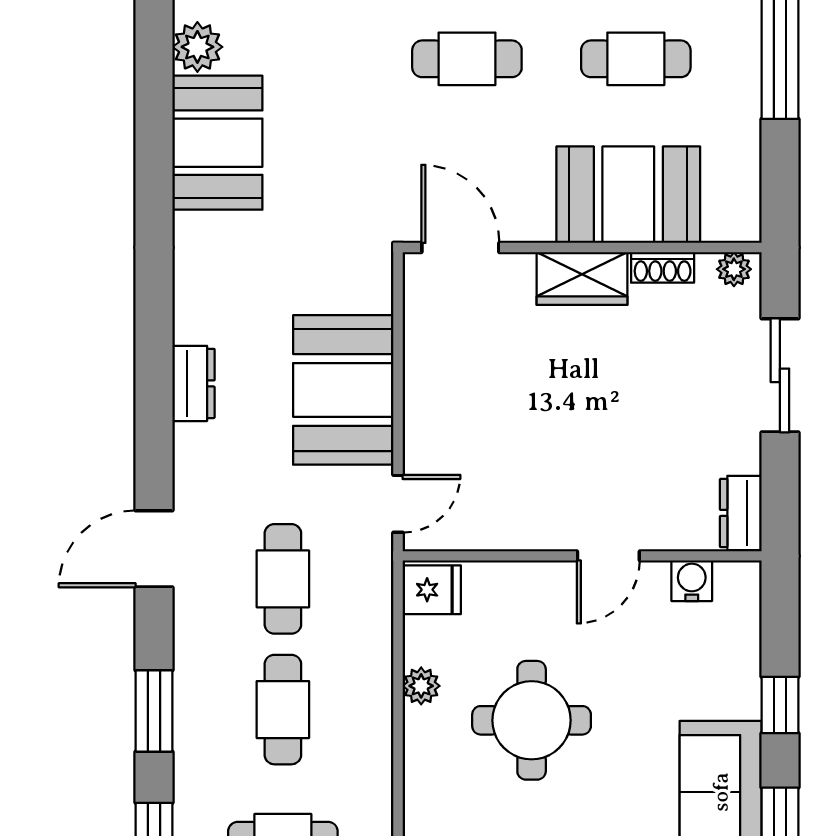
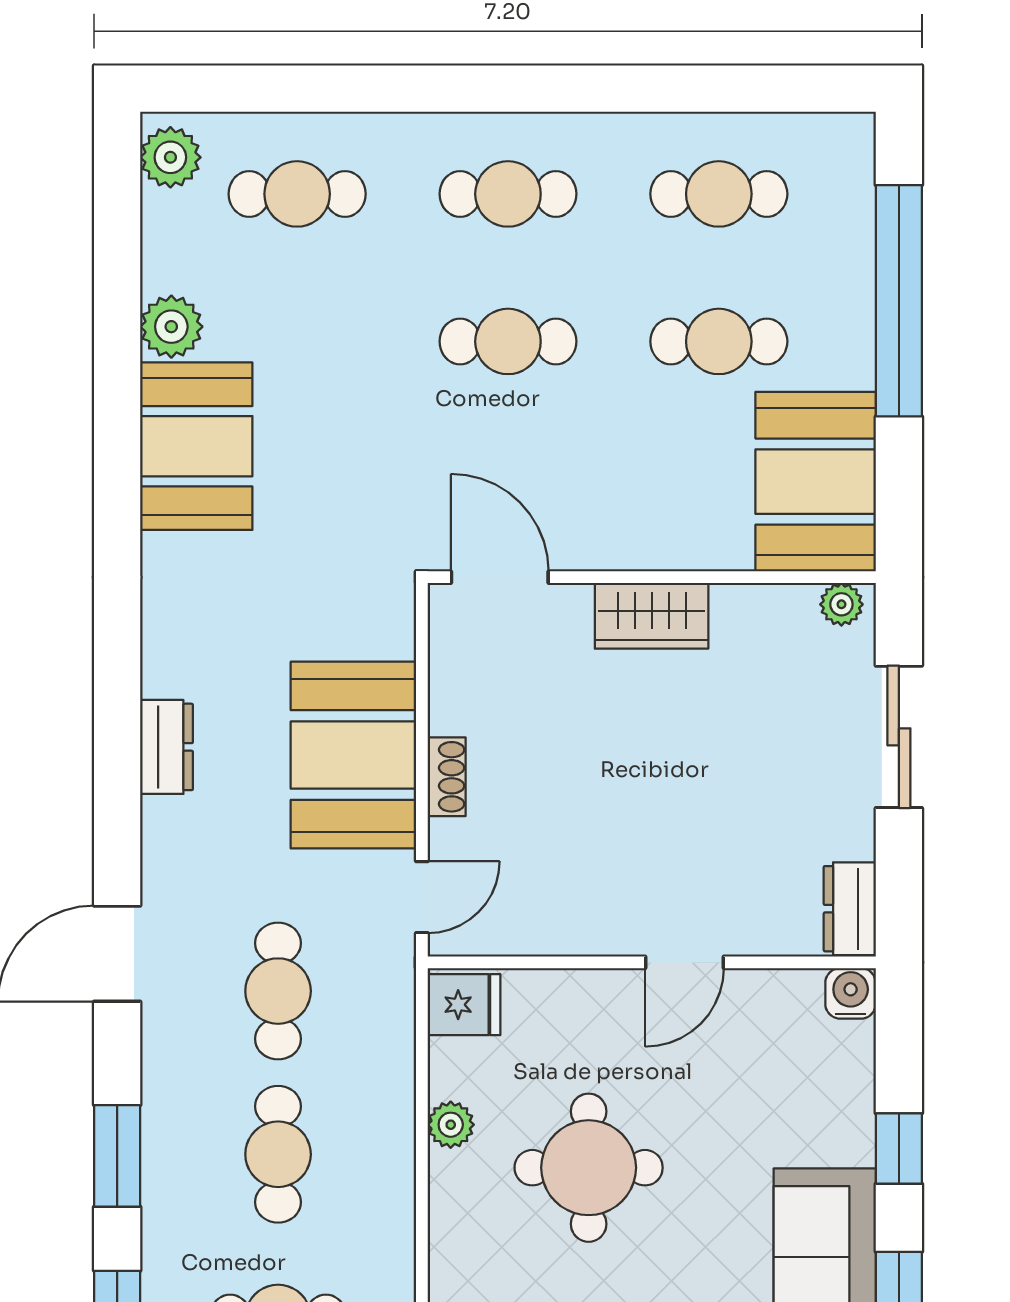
booth: (628, 195) -> (816, 482), moved, turned 90
shoe rack: (663, 267) -> (447, 777), moved, turned -90
water cooler: (692, 581) -> (851, 993), moved

